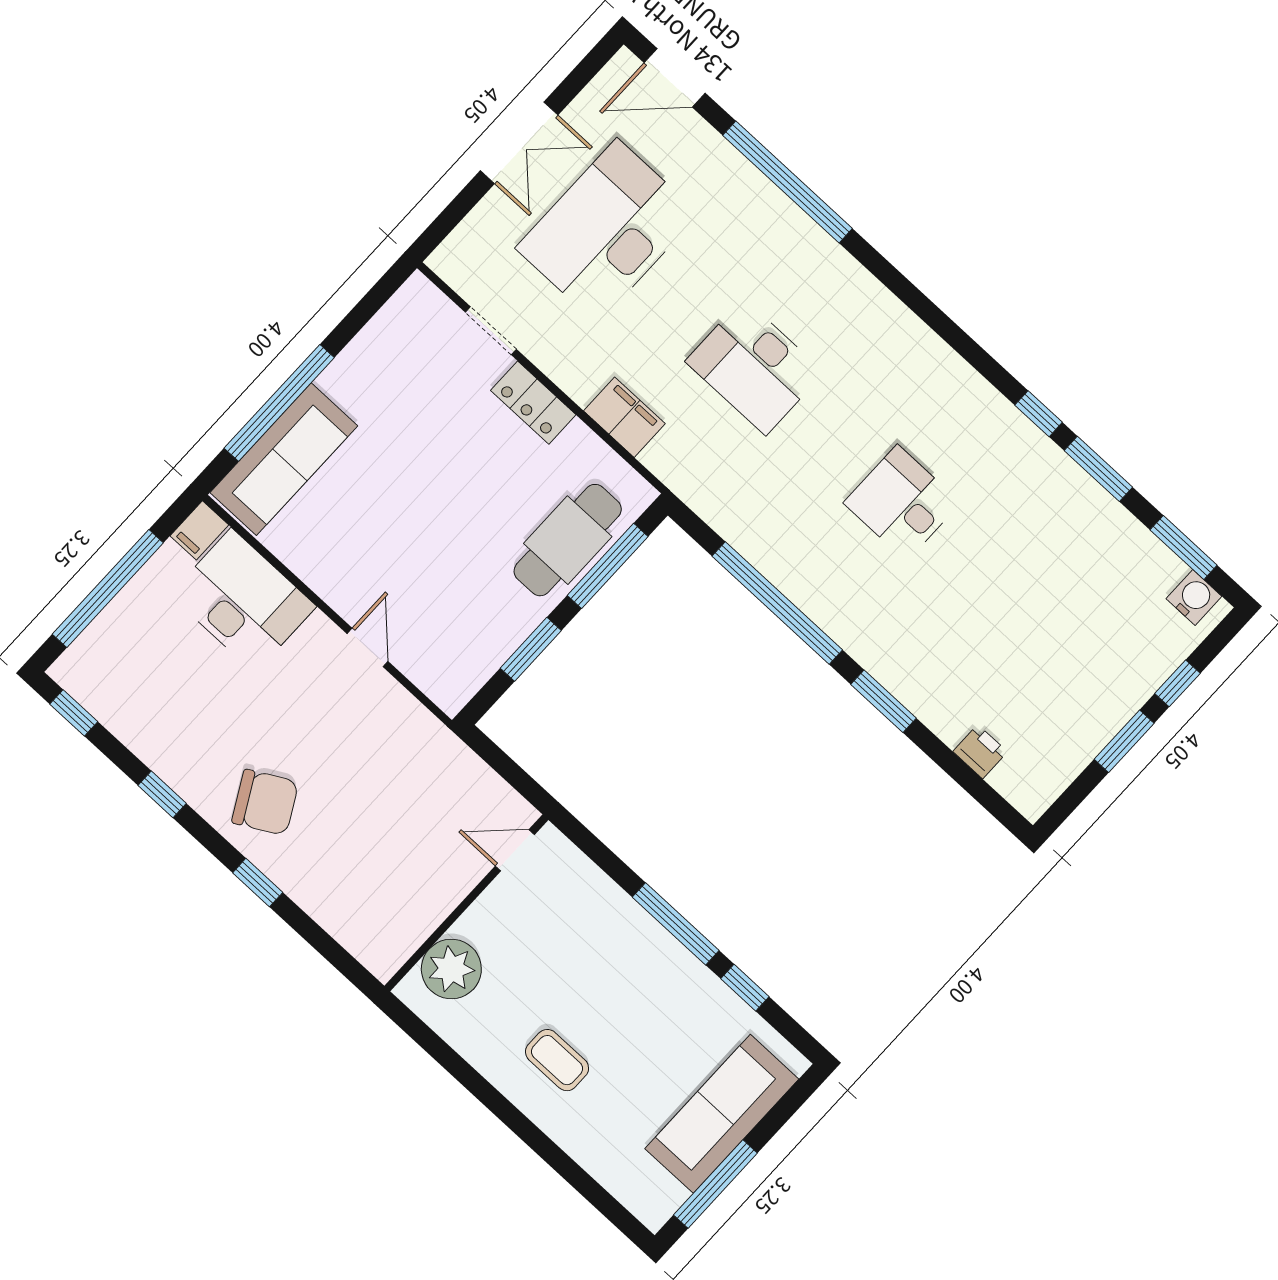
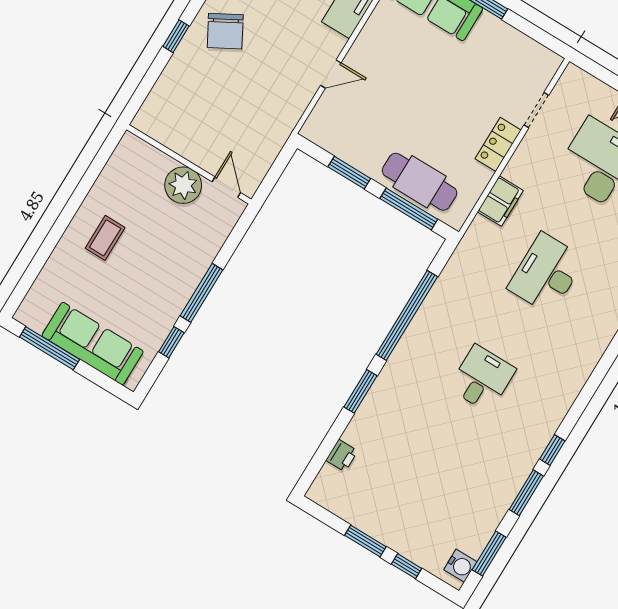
plant: (451, 969) -> (183, 185), moved

